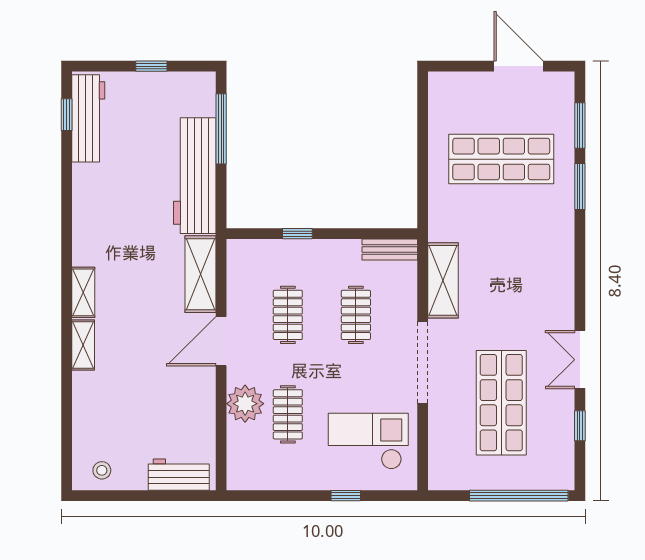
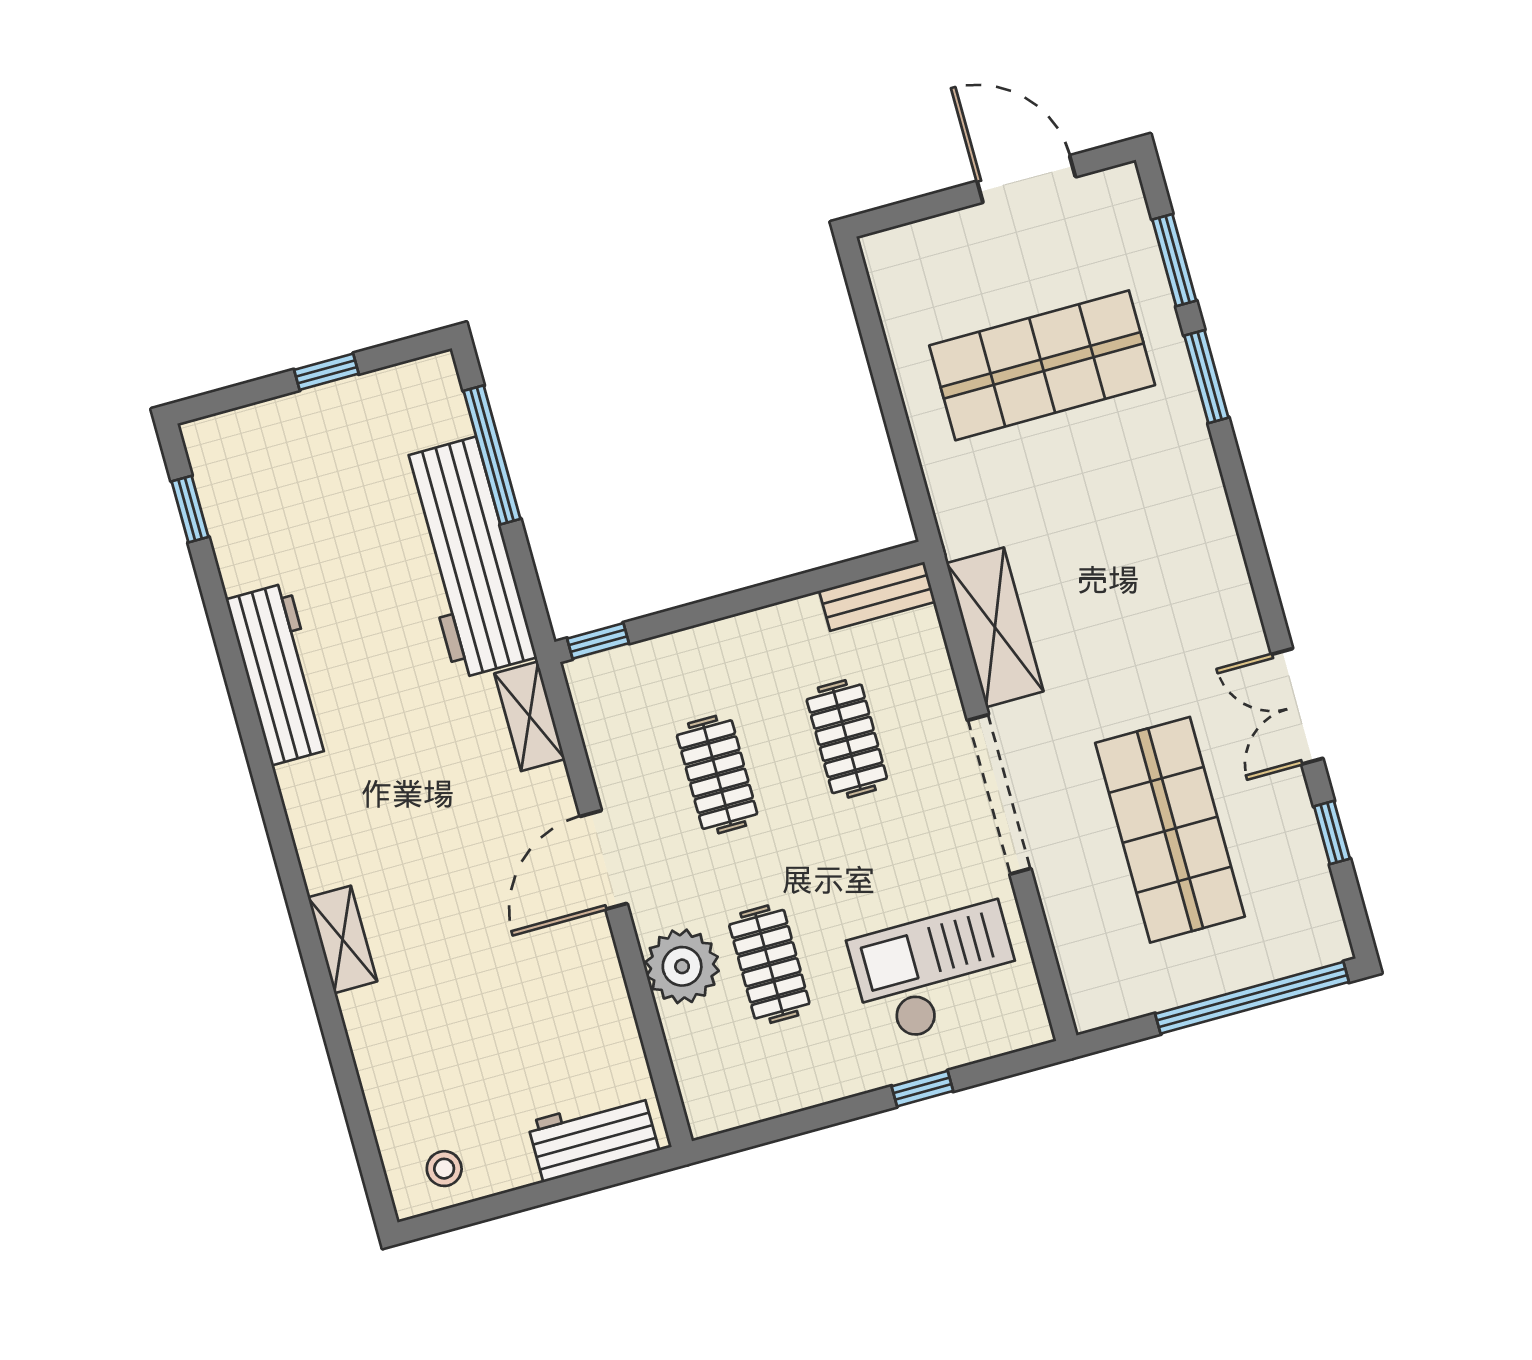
workbench: (88, 118) -> (280, 674), moved
window: (297, 234) -> (598, 641), moved
shelving: (200, 274) -> (530, 716), width x0.67, depth x0.75
shelving: (83, 292) -> (315, 839), removed

